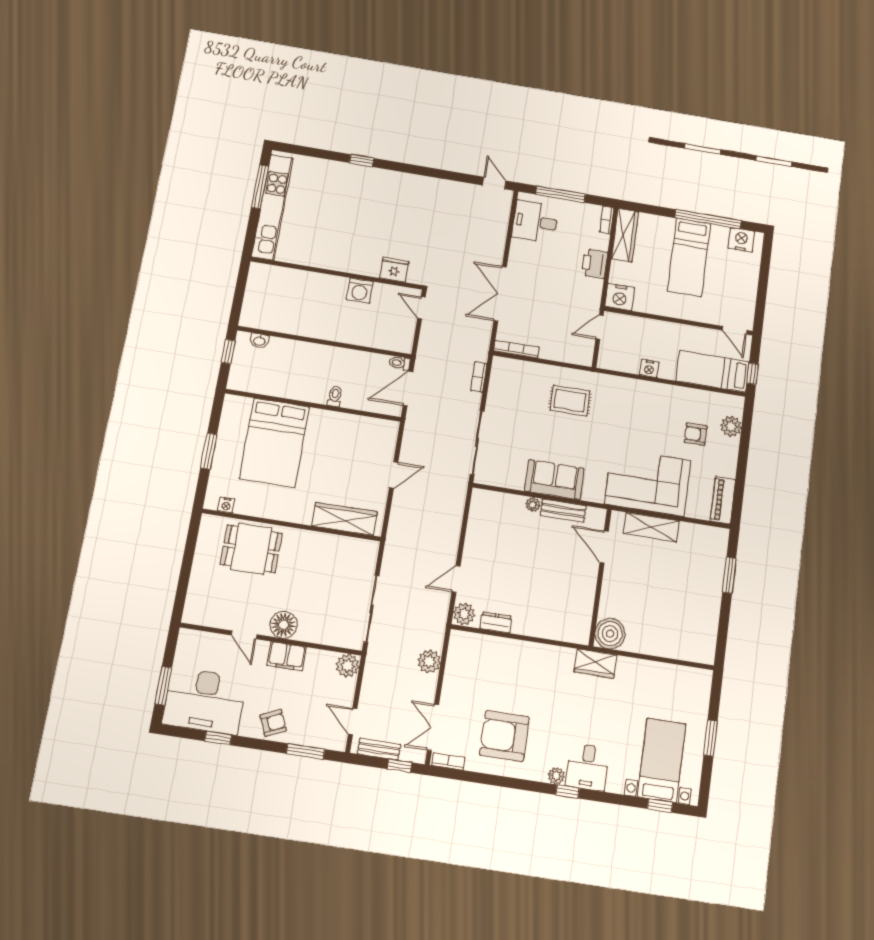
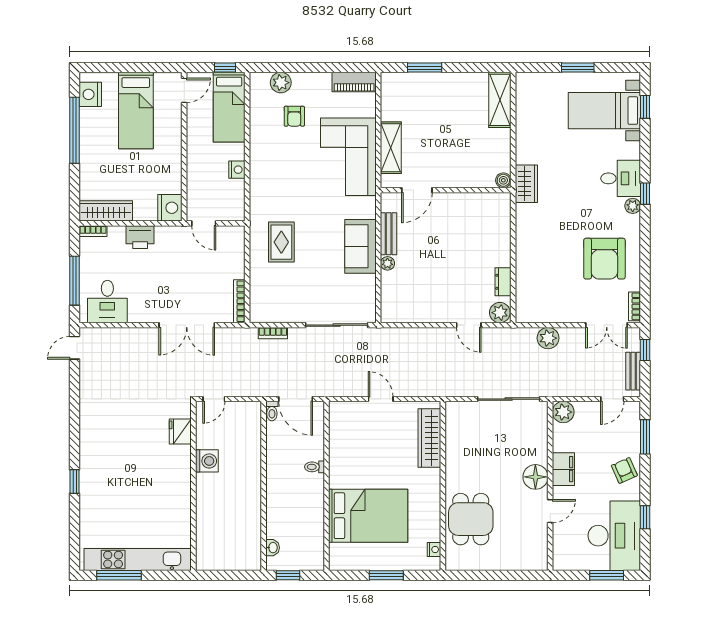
bed: (689, 257) -> (136, 111), moved, turned 90
boiler: (610, 634) -> (503, 180), width x0.54, depth x0.54
shelving: (686, 649) -> (500, 100), added

